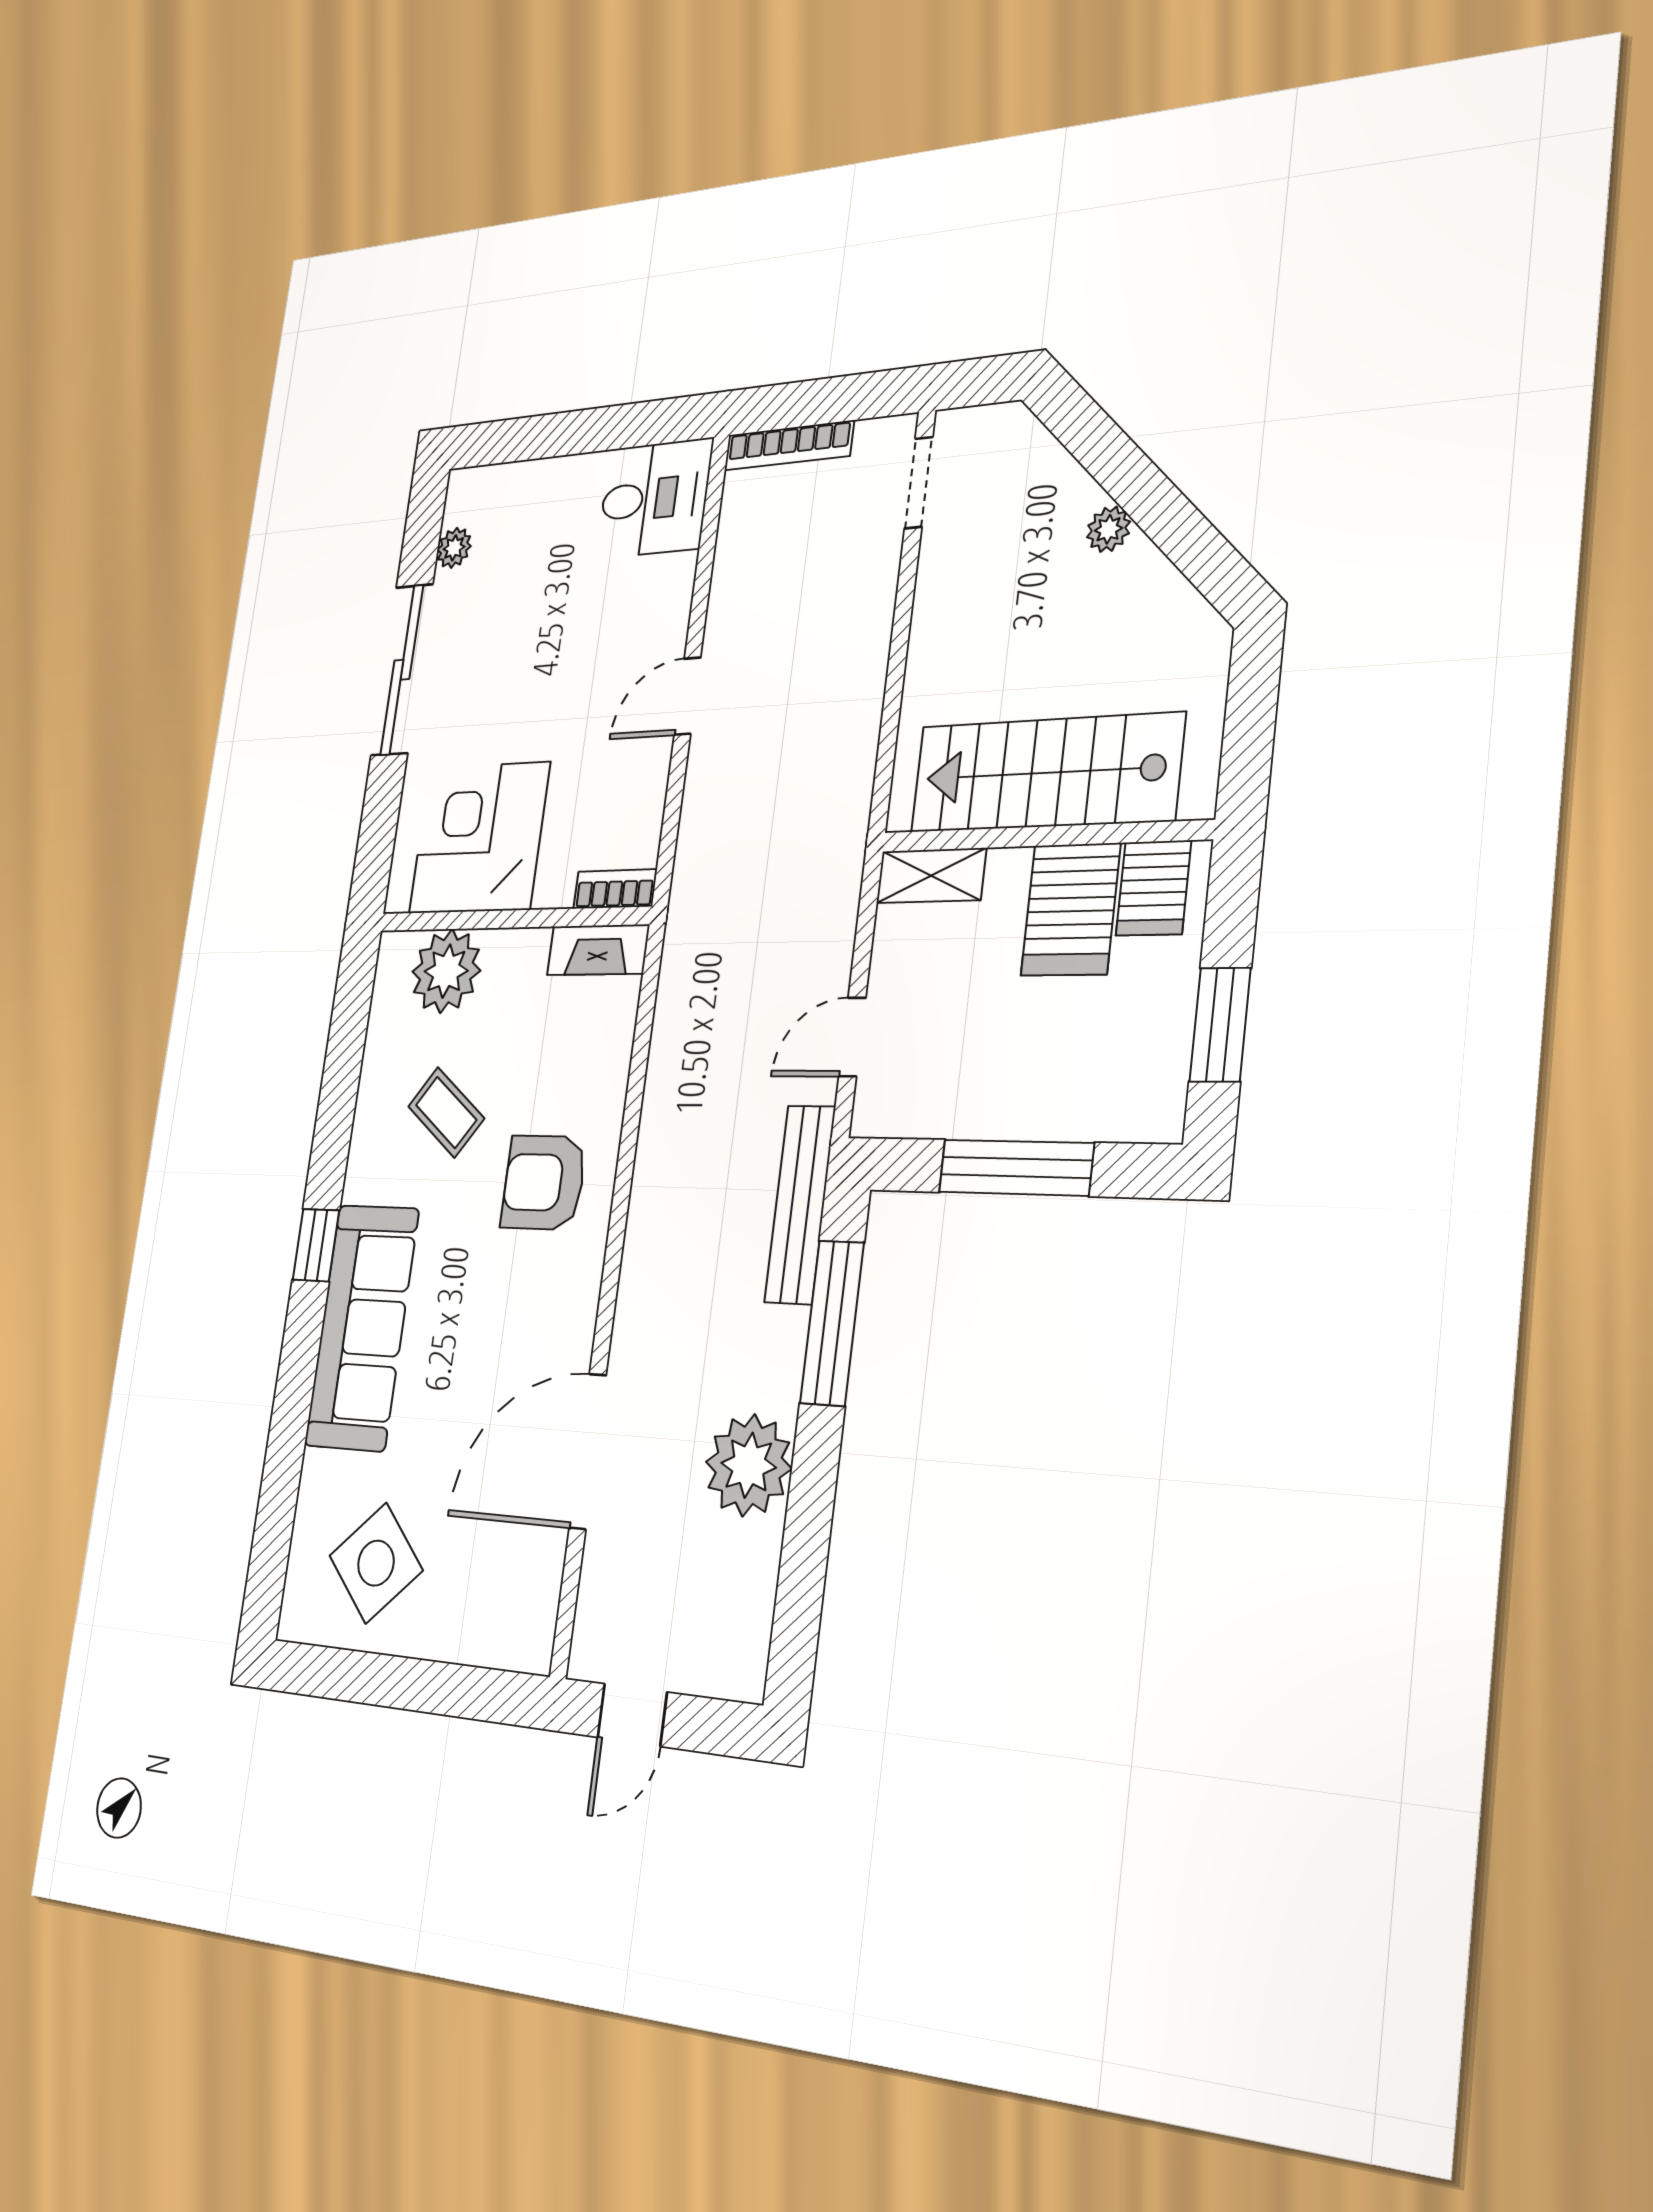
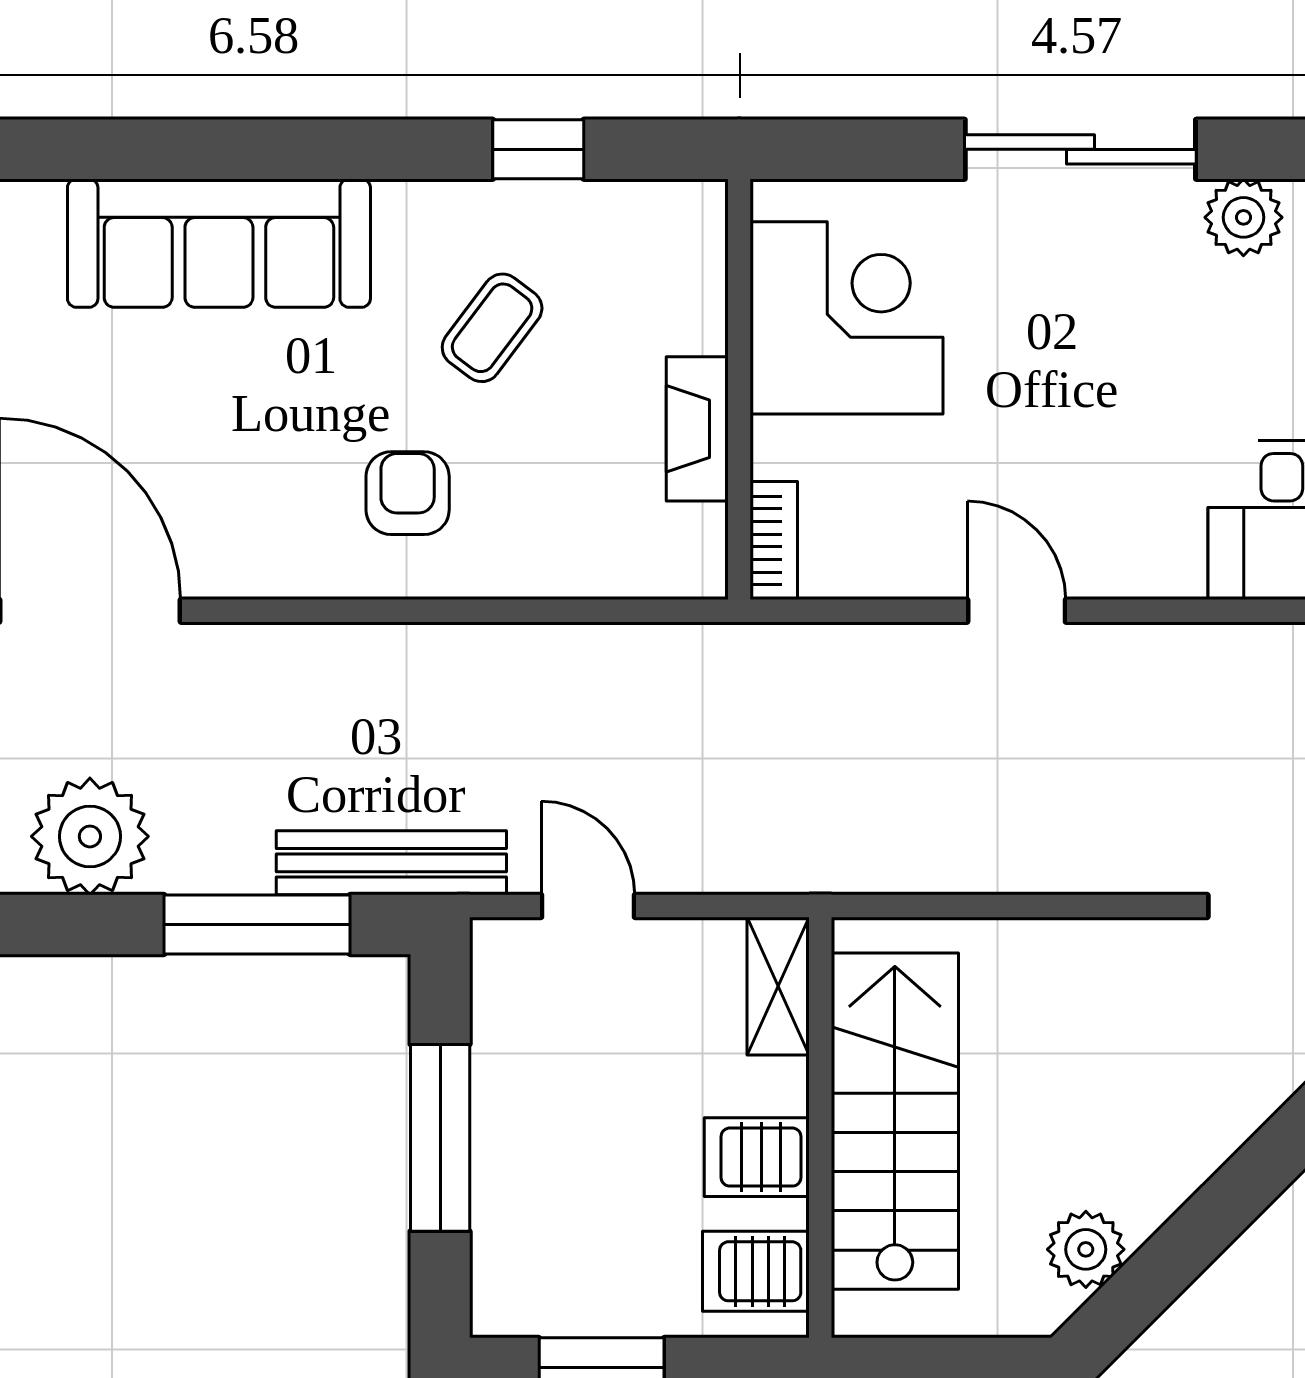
plant: (1108, 529) -> (1086, 1249), moved, width x1.38, depth x1.38
plant: (454, 548) -> (1243, 217), width x1.38, depth x1.38
server rack: (1071, 909) -> (757, 1157), width x0.73, depth x0.70
fireplace: (598, 950) -> (697, 429), moved
plant: (446, 971) -> (673, 296), removed
armchair: (544, 1183) -> (408, 493), width x0.72, depth x0.72
window: (316, 1245) -> (538, 149), moved

